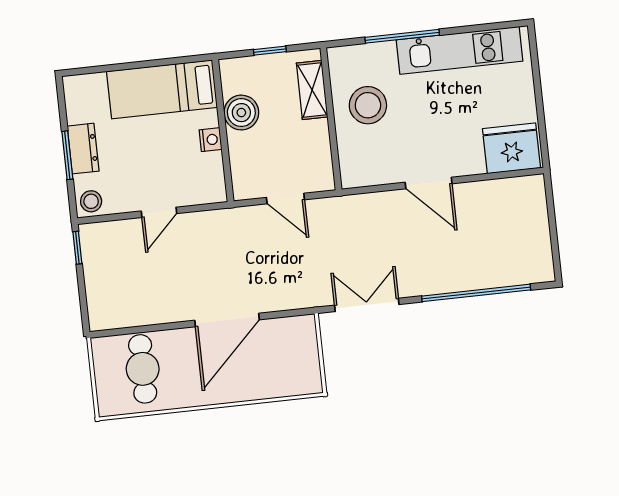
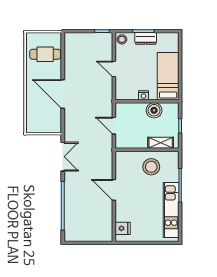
fridge: (512, 148) -> (123, 228), width x0.53, depth x0.75
door: (429, 183) -> (114, 190), hinge flipped
door: (285, 199) -> (114, 126), hinge flipped

